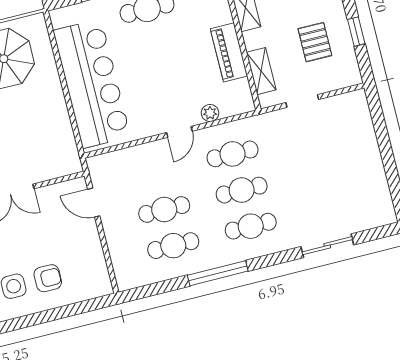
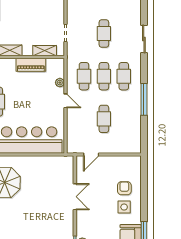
pallet: (315, 42) -> (37, 19), removed
cafe table: (173, 246) -> (104, 33), moved

